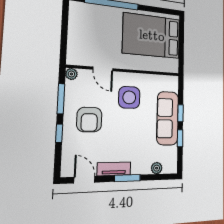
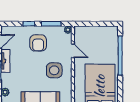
door: (103, 69) -> (73, 51), swing flipped
armchair: (89, 120) -> (38, 43), turned -90

